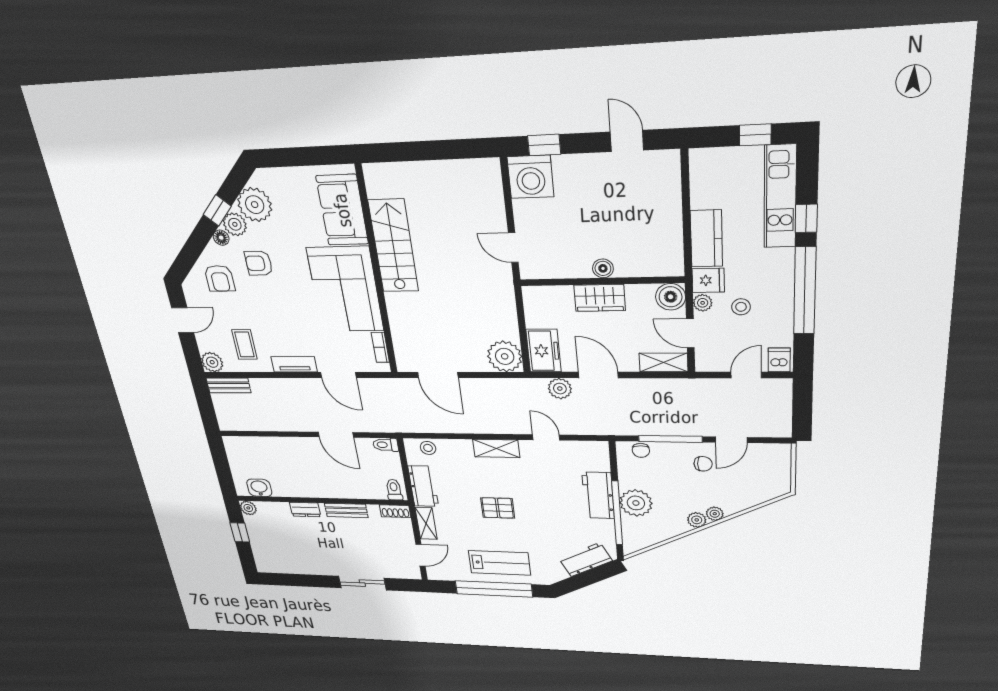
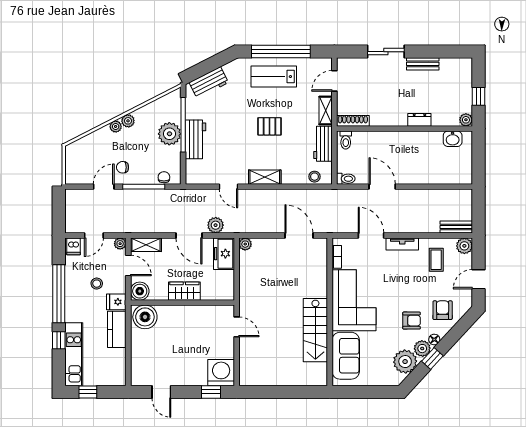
boiler: (603, 268) -> (145, 317), moved, width x1.86, depth x1.86
plant: (703, 303) -> (120, 244), moved
plant: (505, 356) -> (245, 244), width x0.53, depth x0.53
bench: (346, 510) -> (423, 64), moved
shoe rack: (395, 511) -> (353, 121), width x1.43

